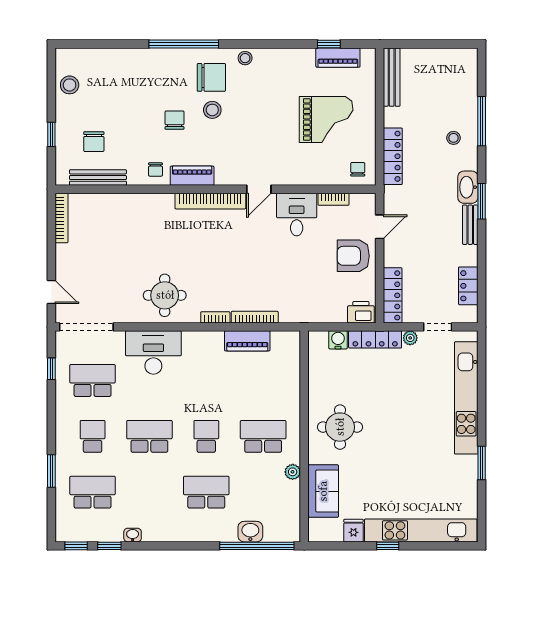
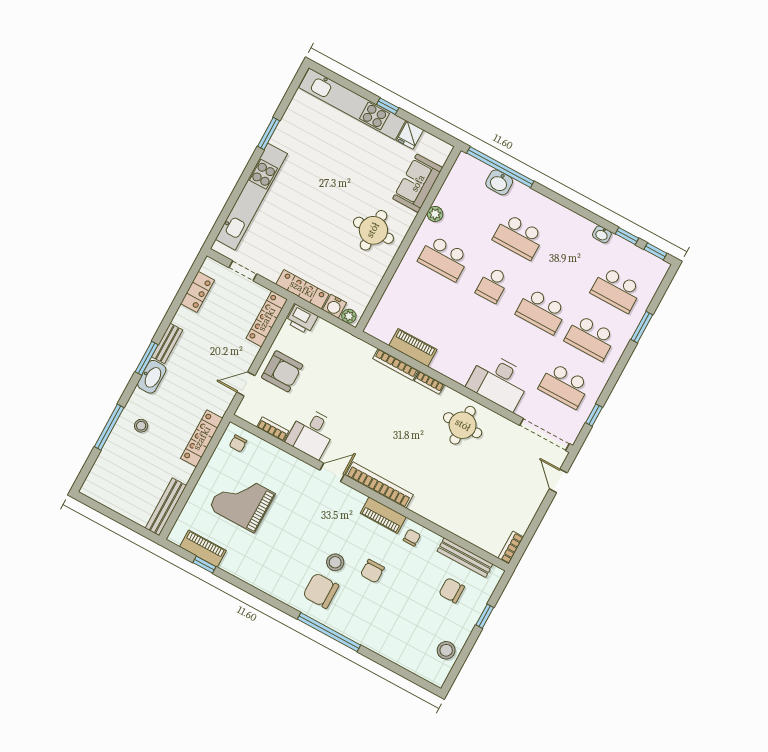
stool: (245, 58) -> (283, 591), removed
chair: (94, 142) -> (452, 590), turned -90
bookcase: (62, 218) -> (511, 547), width x0.64
plant: (410, 338) -> (349, 316), moved
school desk: (93, 436) -> (590, 338), width x1.85

